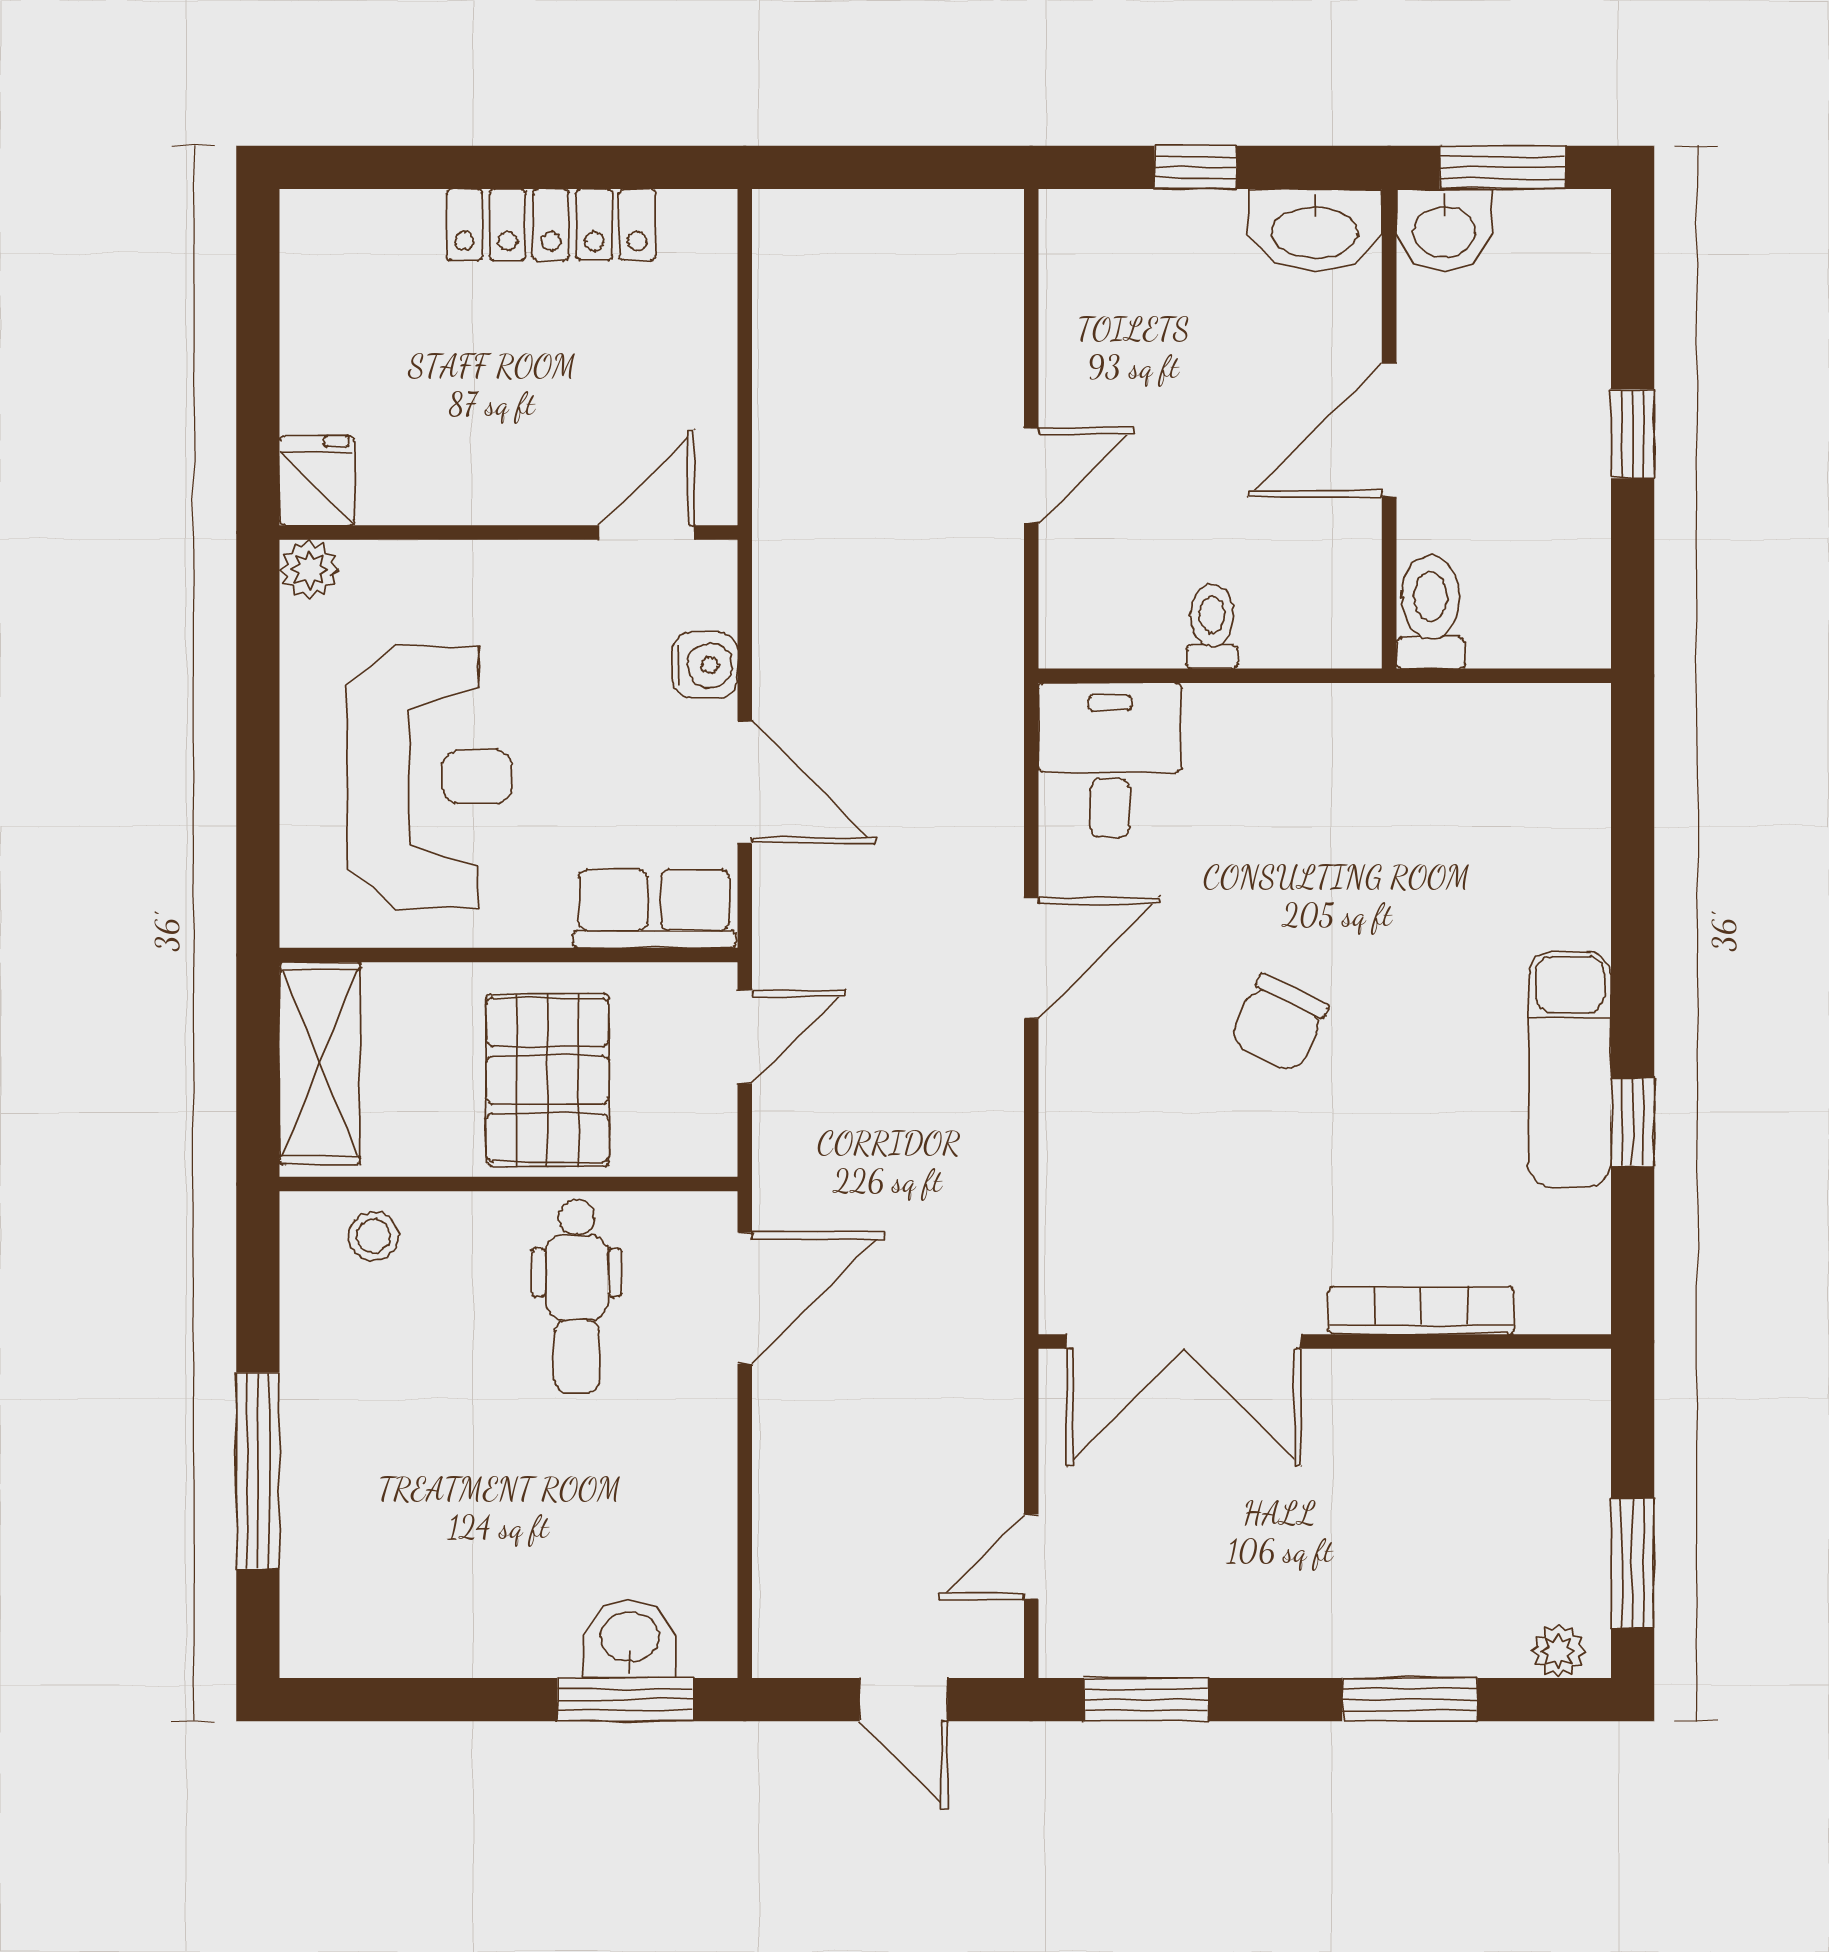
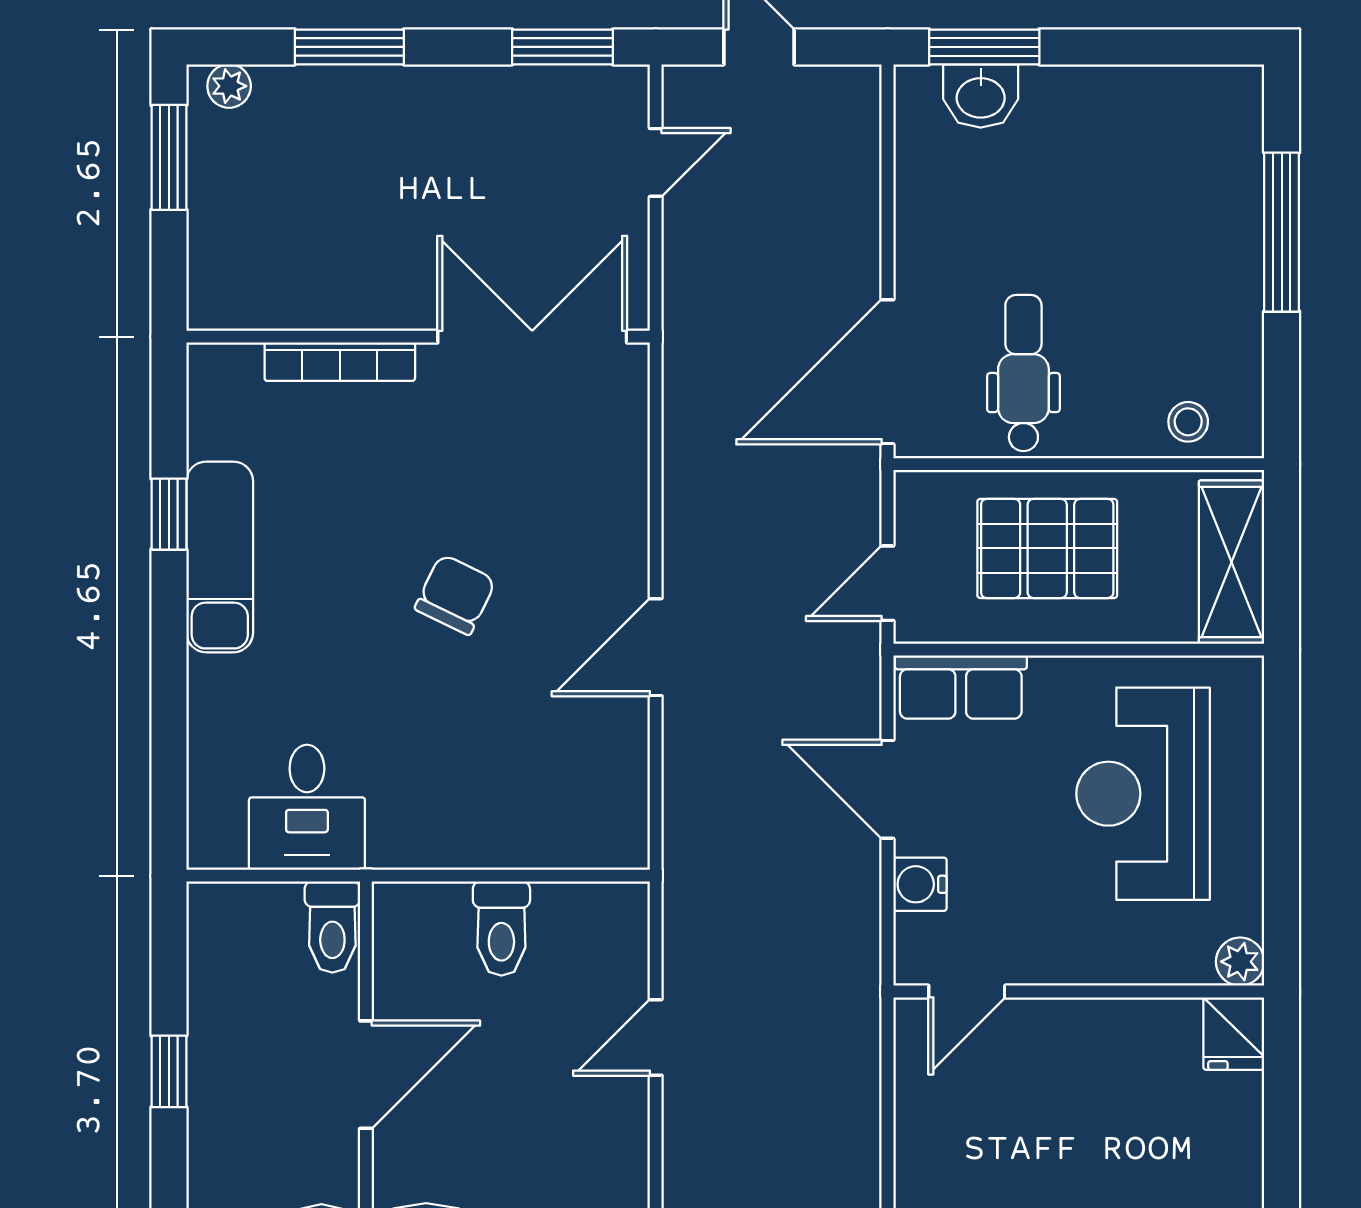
toilet: (1212, 627) -> (501, 929), width x1.37, depth x1.39
desk: (1110, 760) -> (307, 807), moved
pallet: (547, 1080) -> (1047, 548), turned 90
door: (745, 1298) -> (887, 372), width x1.36

